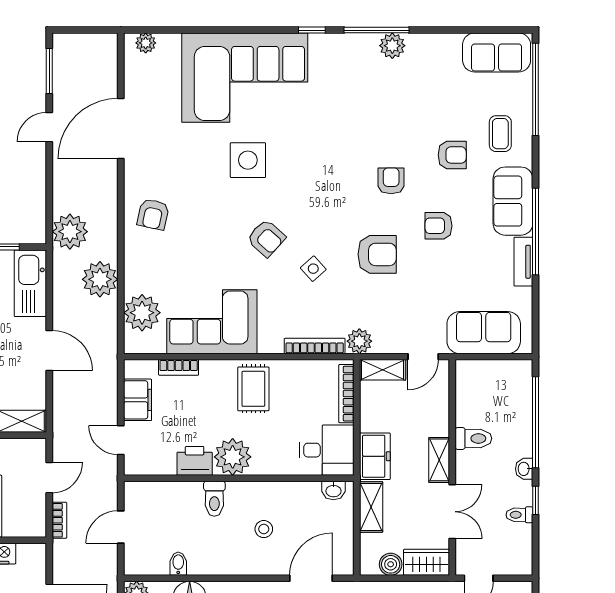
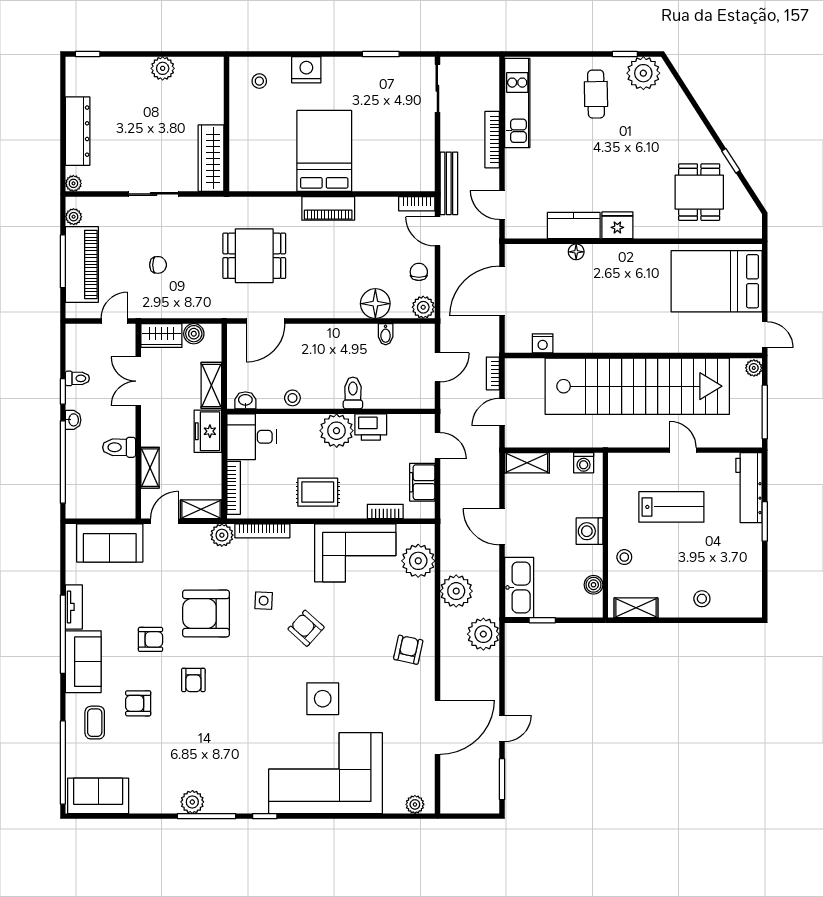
armchair: (377, 254) -> (206, 613), width x1.36, depth x1.36
side table: (313, 269) -> (264, 601), turned 45
rug: (253, 389) -> (318, 492), turned 90
shelving: (439, 460) -> (150, 468), moved
stool: (264, 529) -> (292, 398), moved

